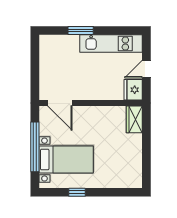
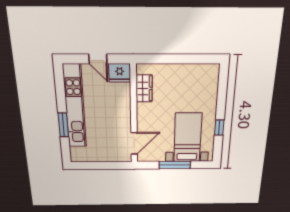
kitchen unit: (111, 44) -> (75, 107), width x1.36
wardrobe: (134, 119) -> (144, 88), moved, turned -90
window: (35, 147) -> (175, 165), width x0.68

